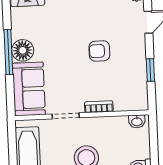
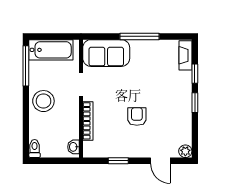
floor lamp: (23, 50) -> (140, 49), removed
bookcase: (99, 107) -> (88, 121), width x1.56

